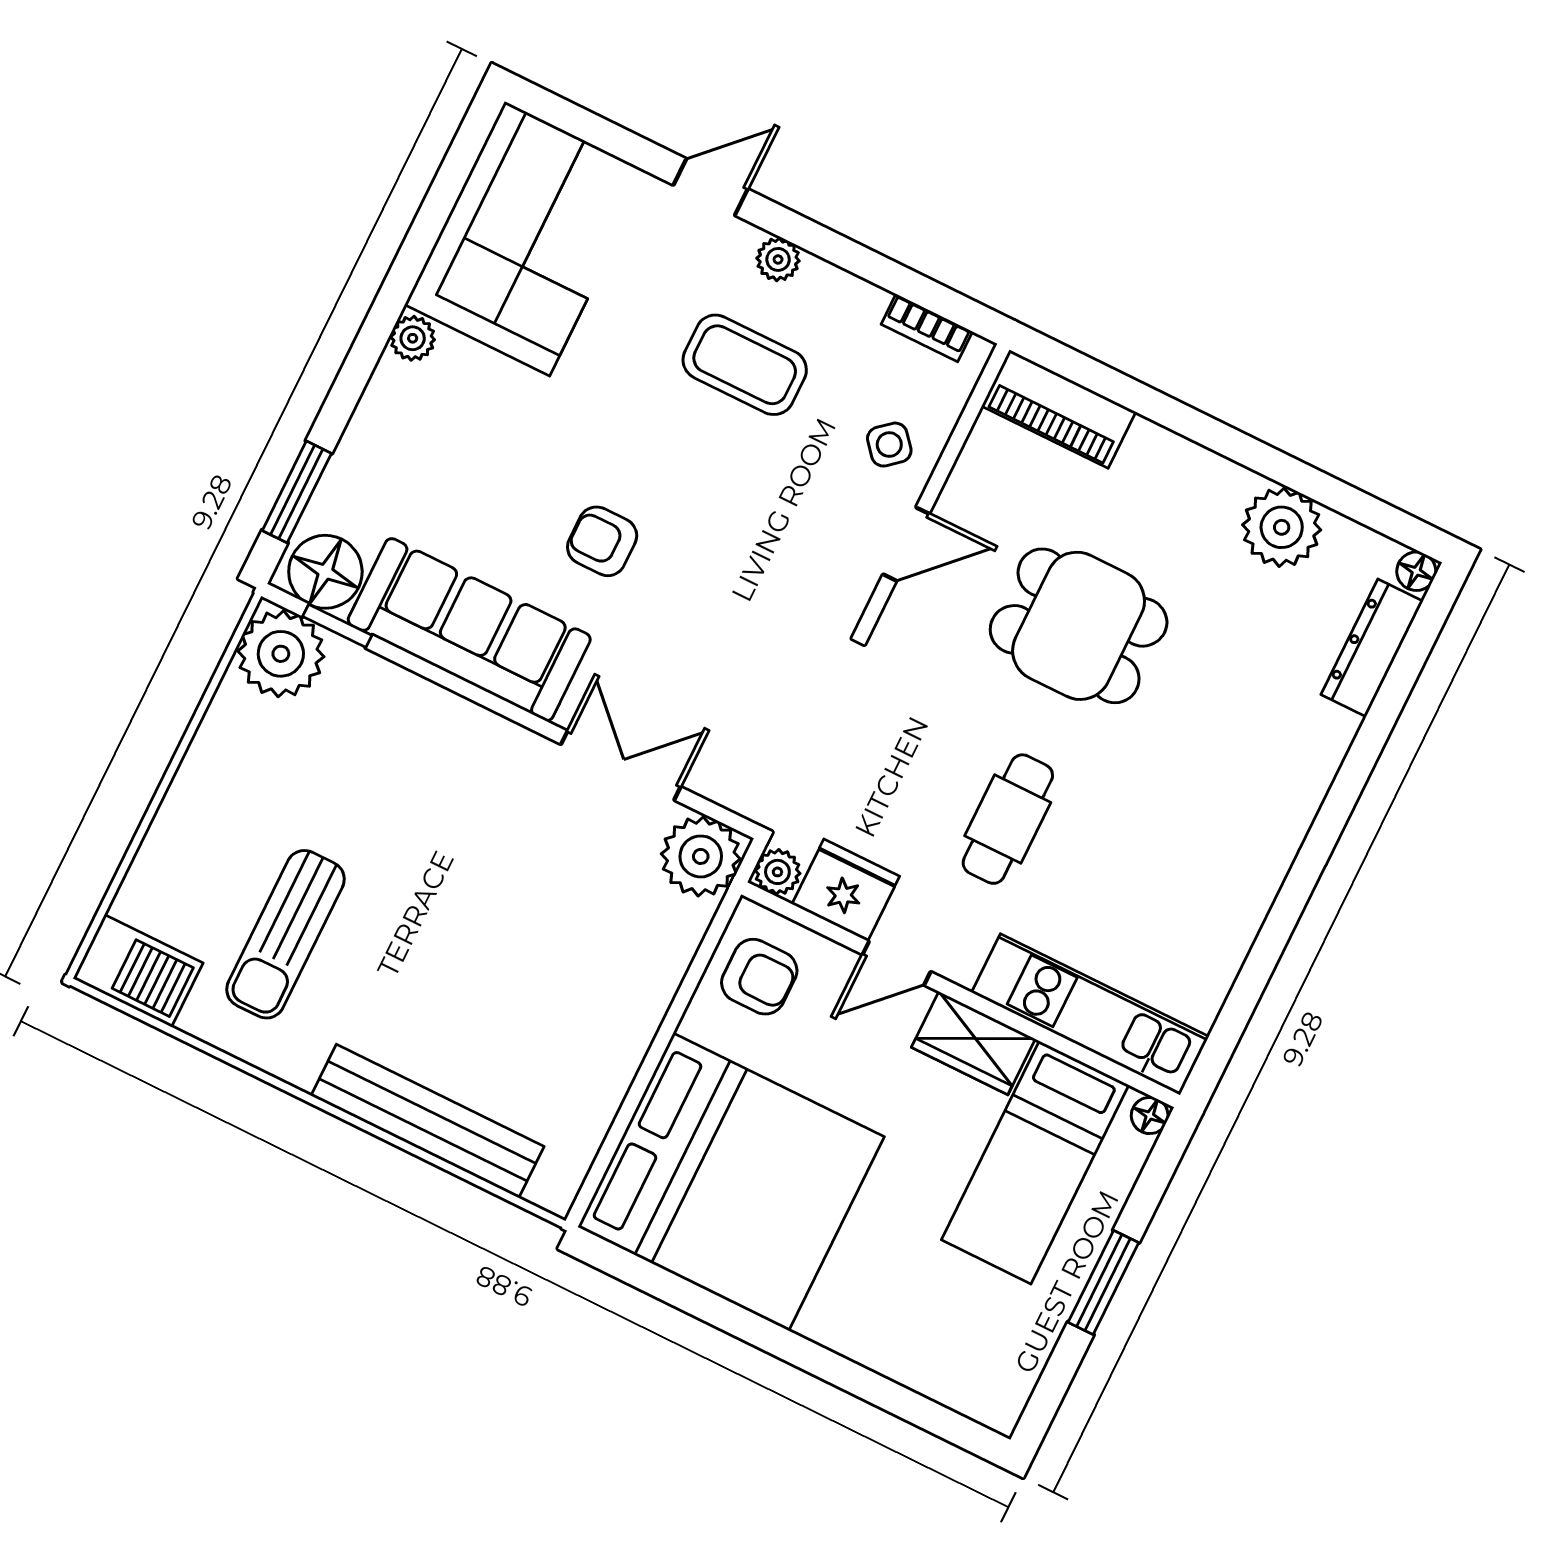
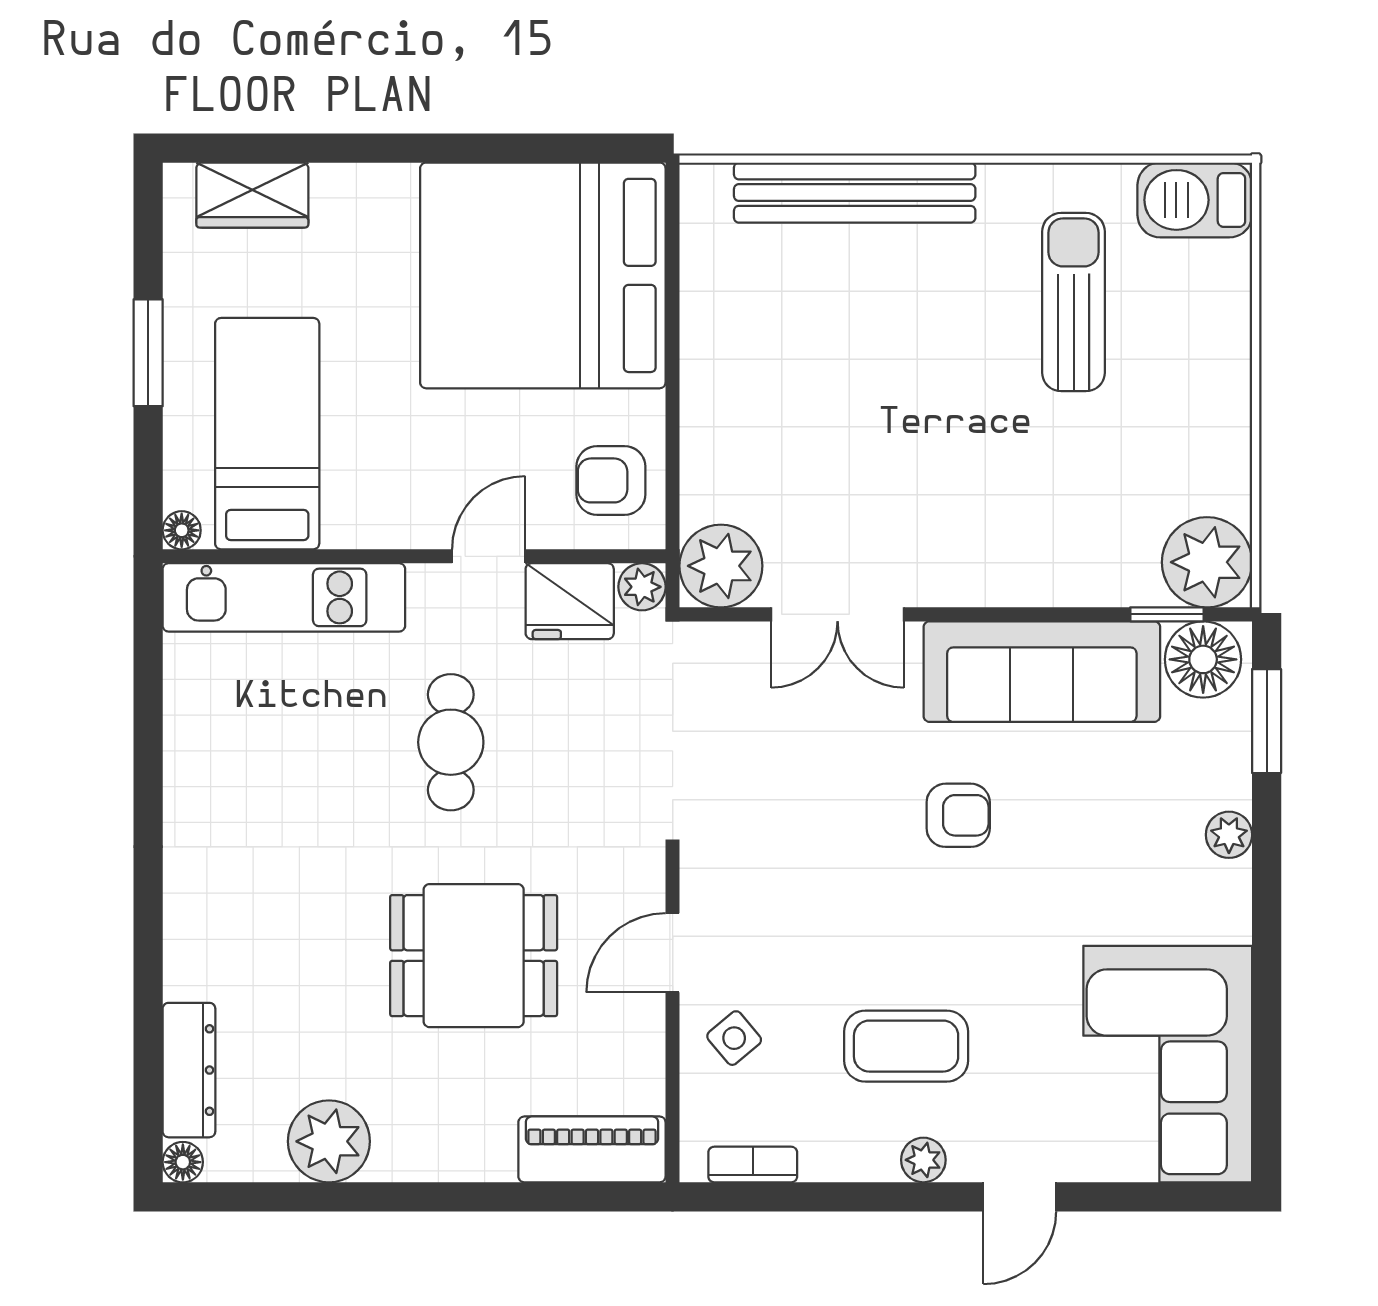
plant: (413, 338) -> (1229, 835), moved
wardrobe: (973, 1043) -> (252, 195), moved, turned 180

